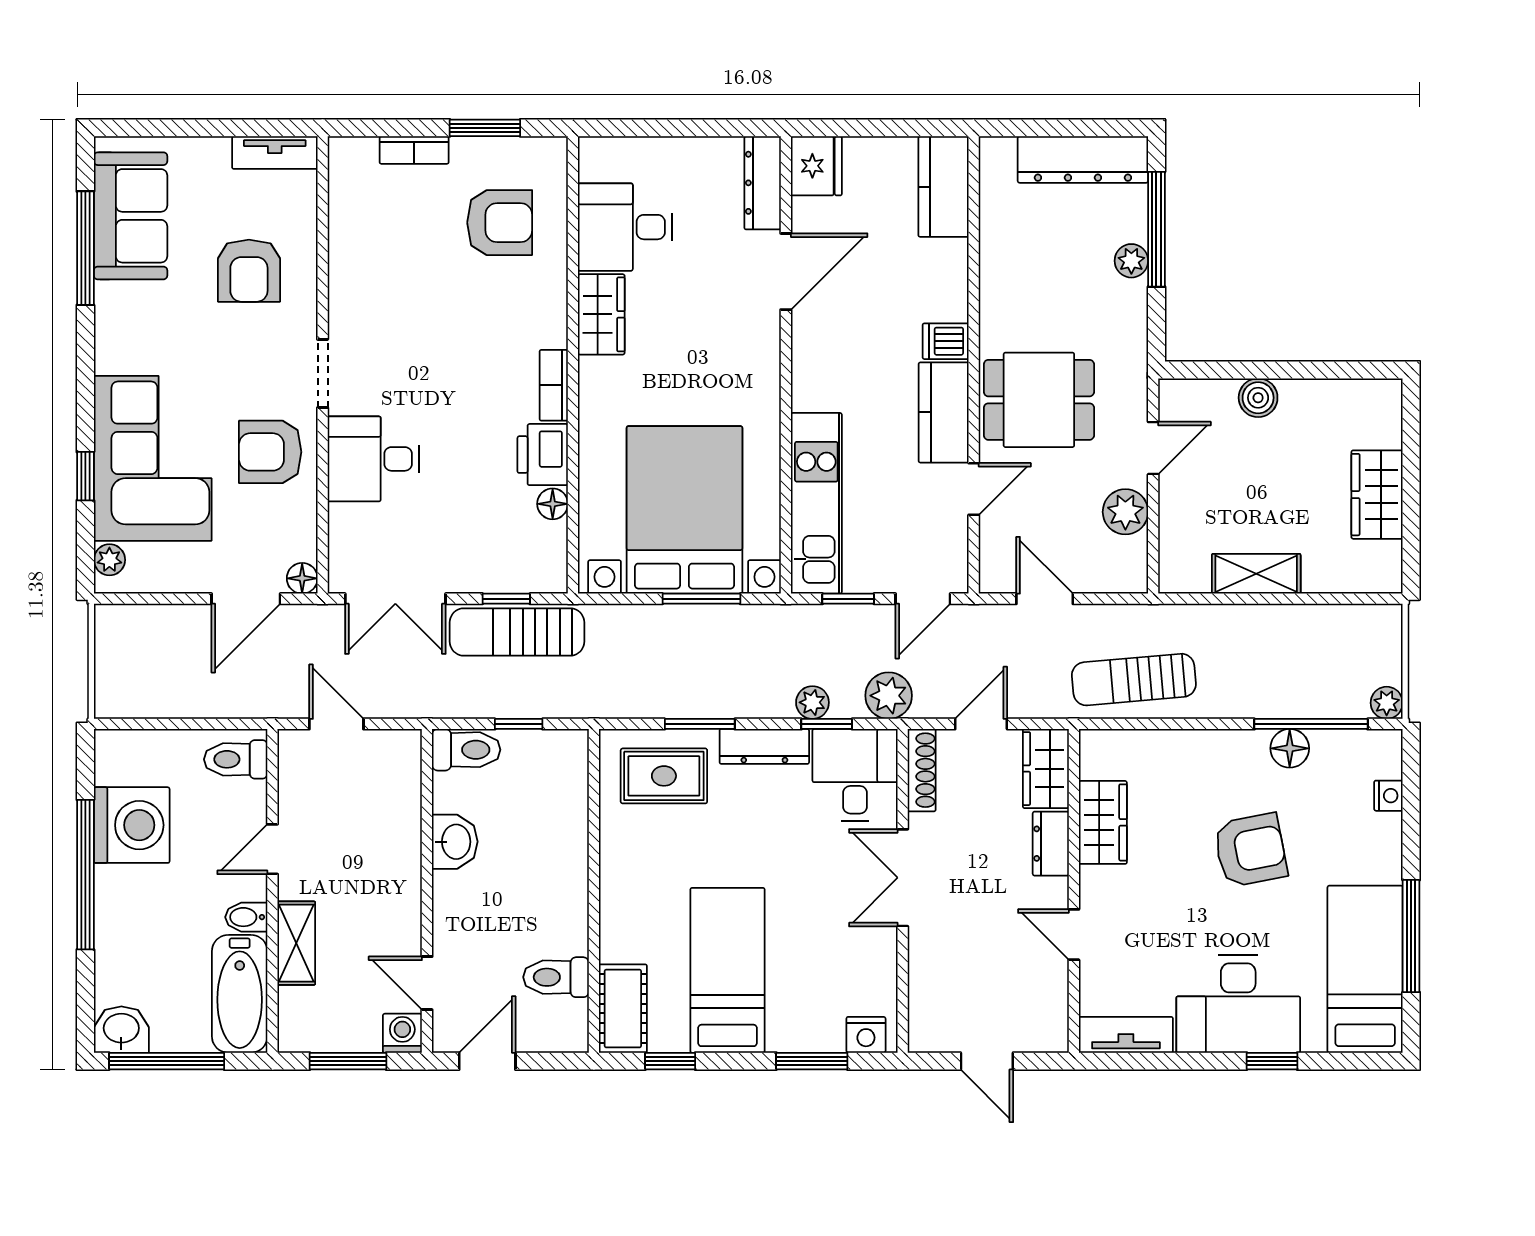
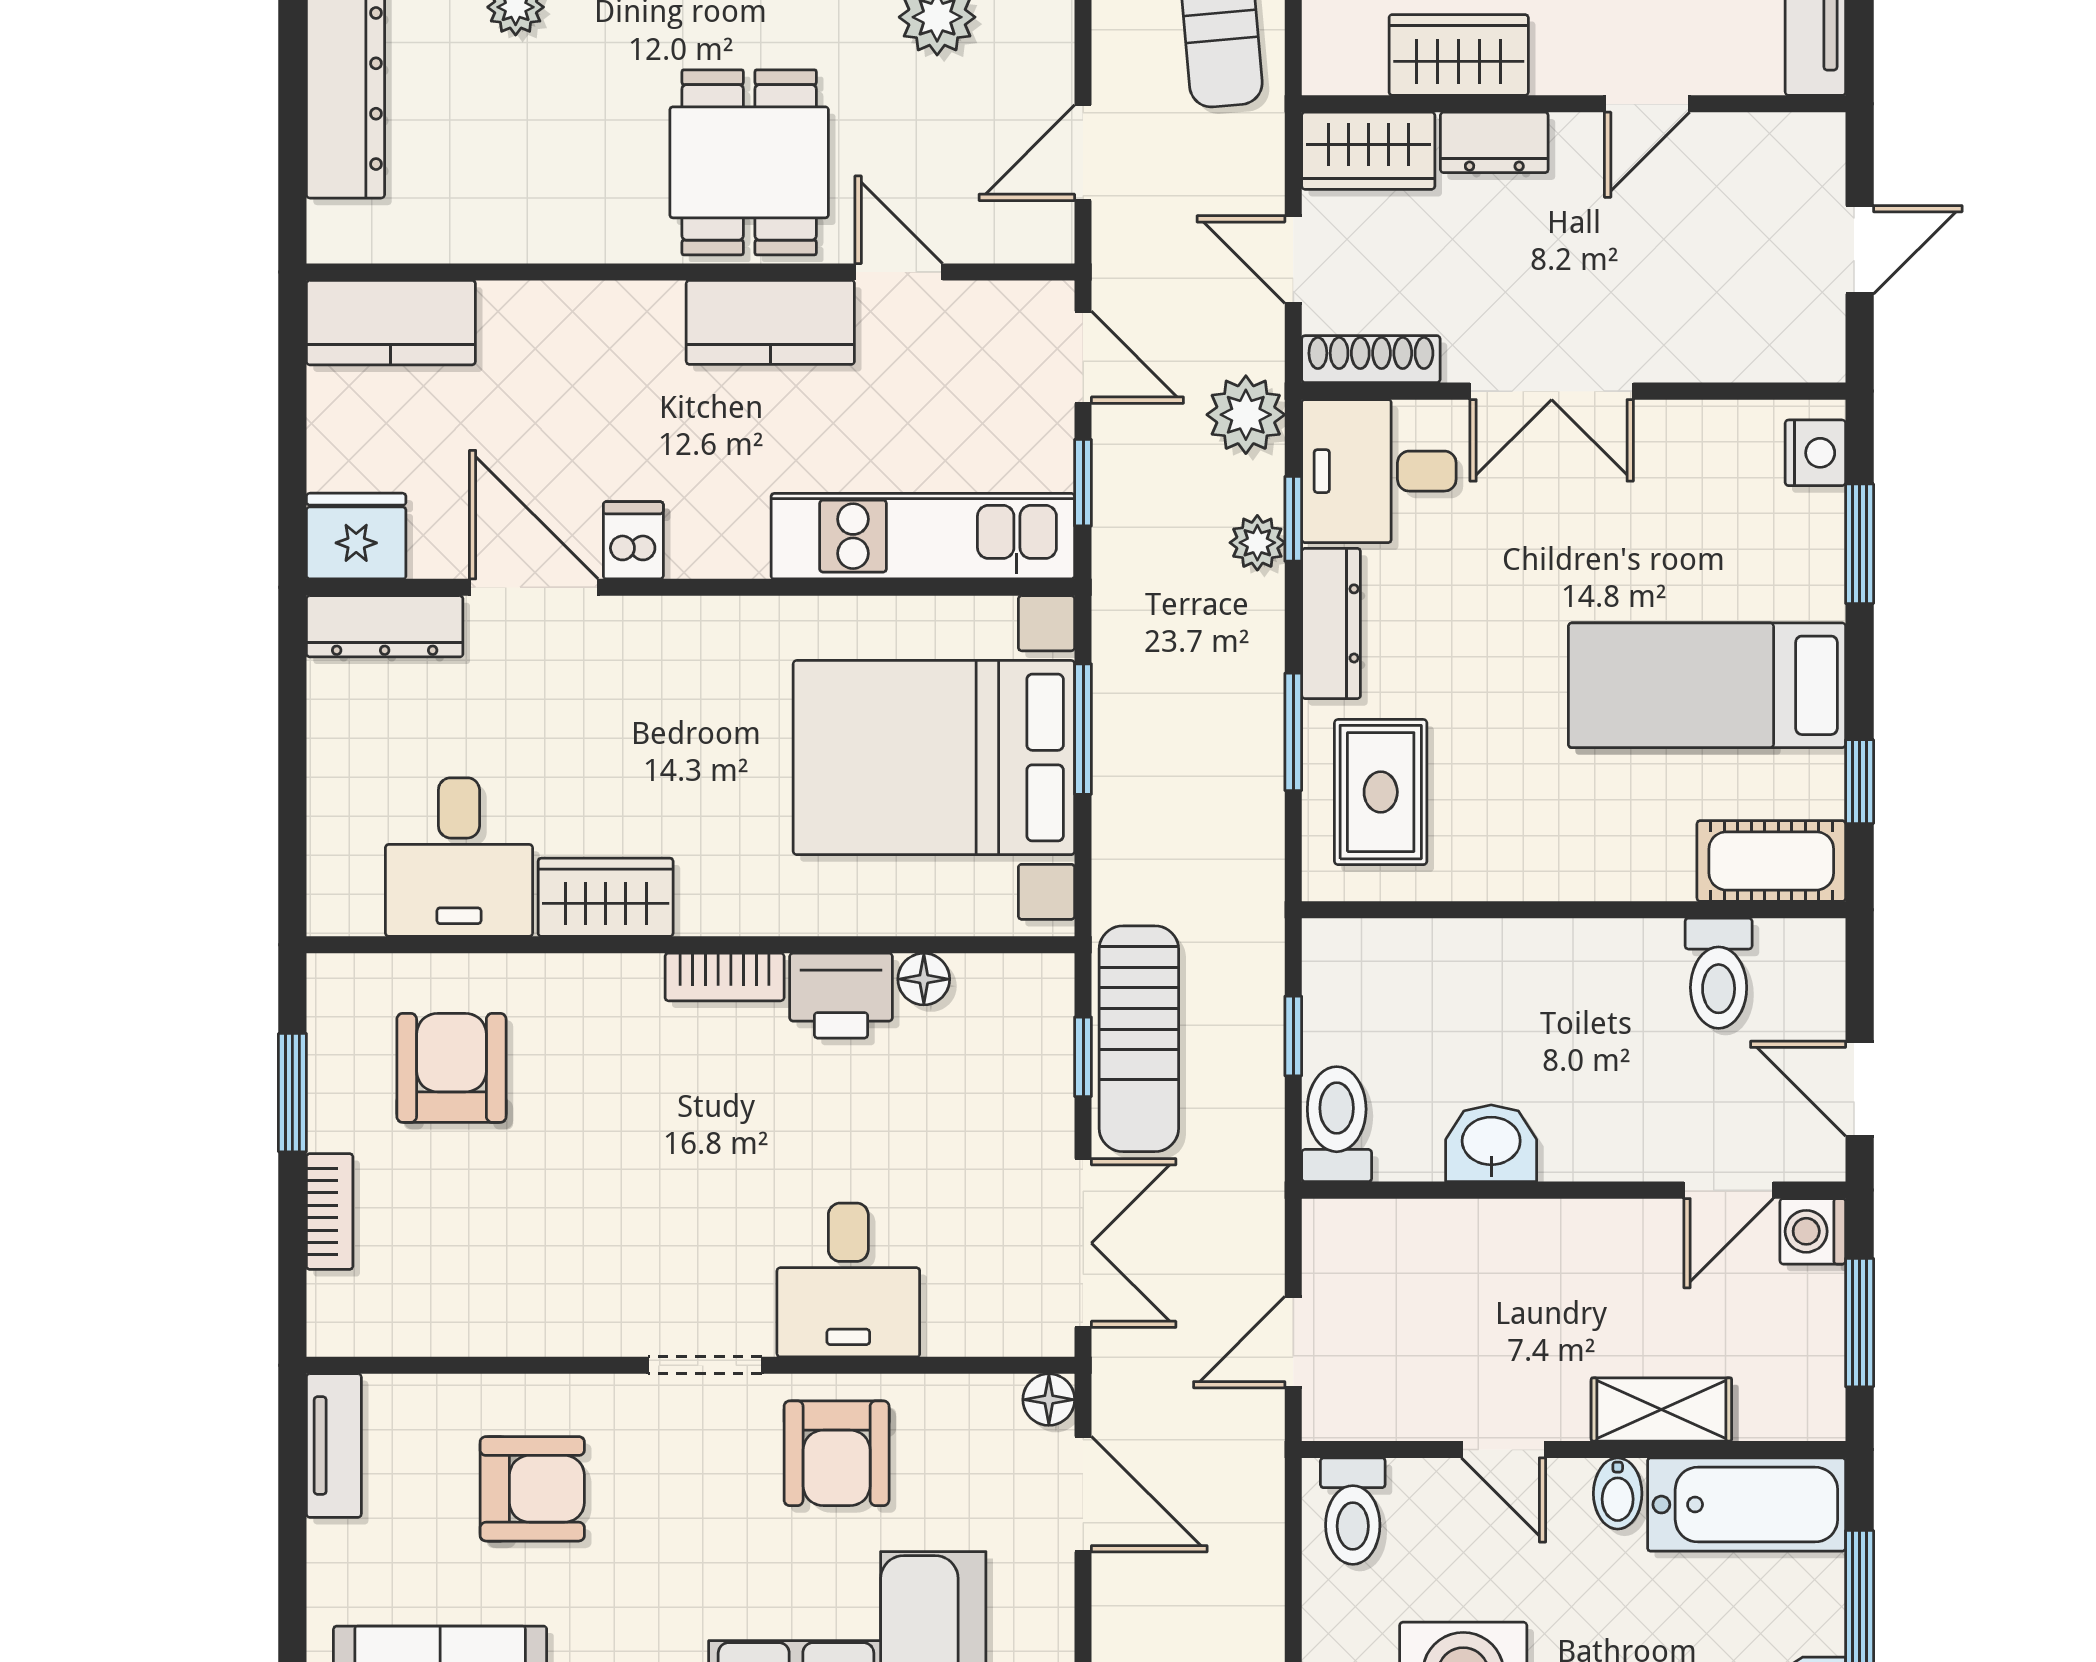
dishwasher: (946, 341) -> (633, 540), moved, turned 180

